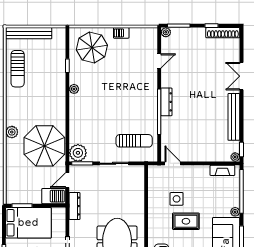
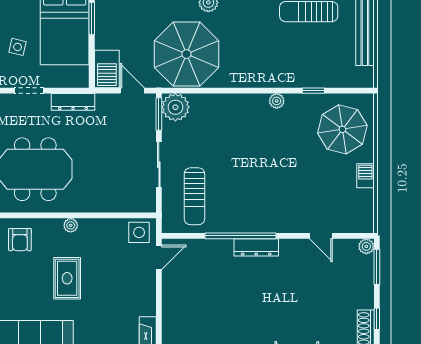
side table: (177, 199) -> (139, 232), moved
dresser: (75, 206) -> (73, 102), moved
plant: (153, 219) -> (71, 225), added

